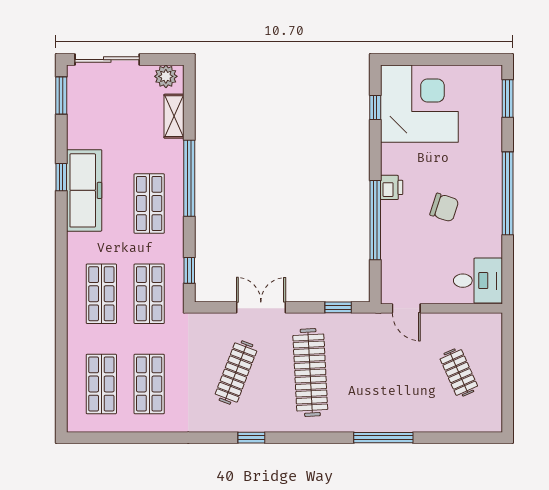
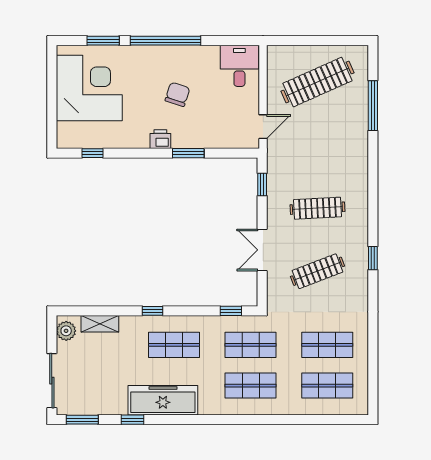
window: (508, 98) -> (103, 41), moved
corner desk: (419, 104) -> (89, 88), moved, turned 90
window: (61, 177) -> (133, 420), moved
window: (189, 178) -> (153, 311), width x0.32
window: (375, 220) -> (188, 153), width x0.47
clothes rail: (236, 372) -> (317, 271), turned -42
clothes rail: (310, 372) -> (317, 208), width x0.73, depth x0.76
clothes rail: (459, 372) -> (317, 82), width x1.86, depth x1.31
window: (383, 438) -> (373, 106), moved

